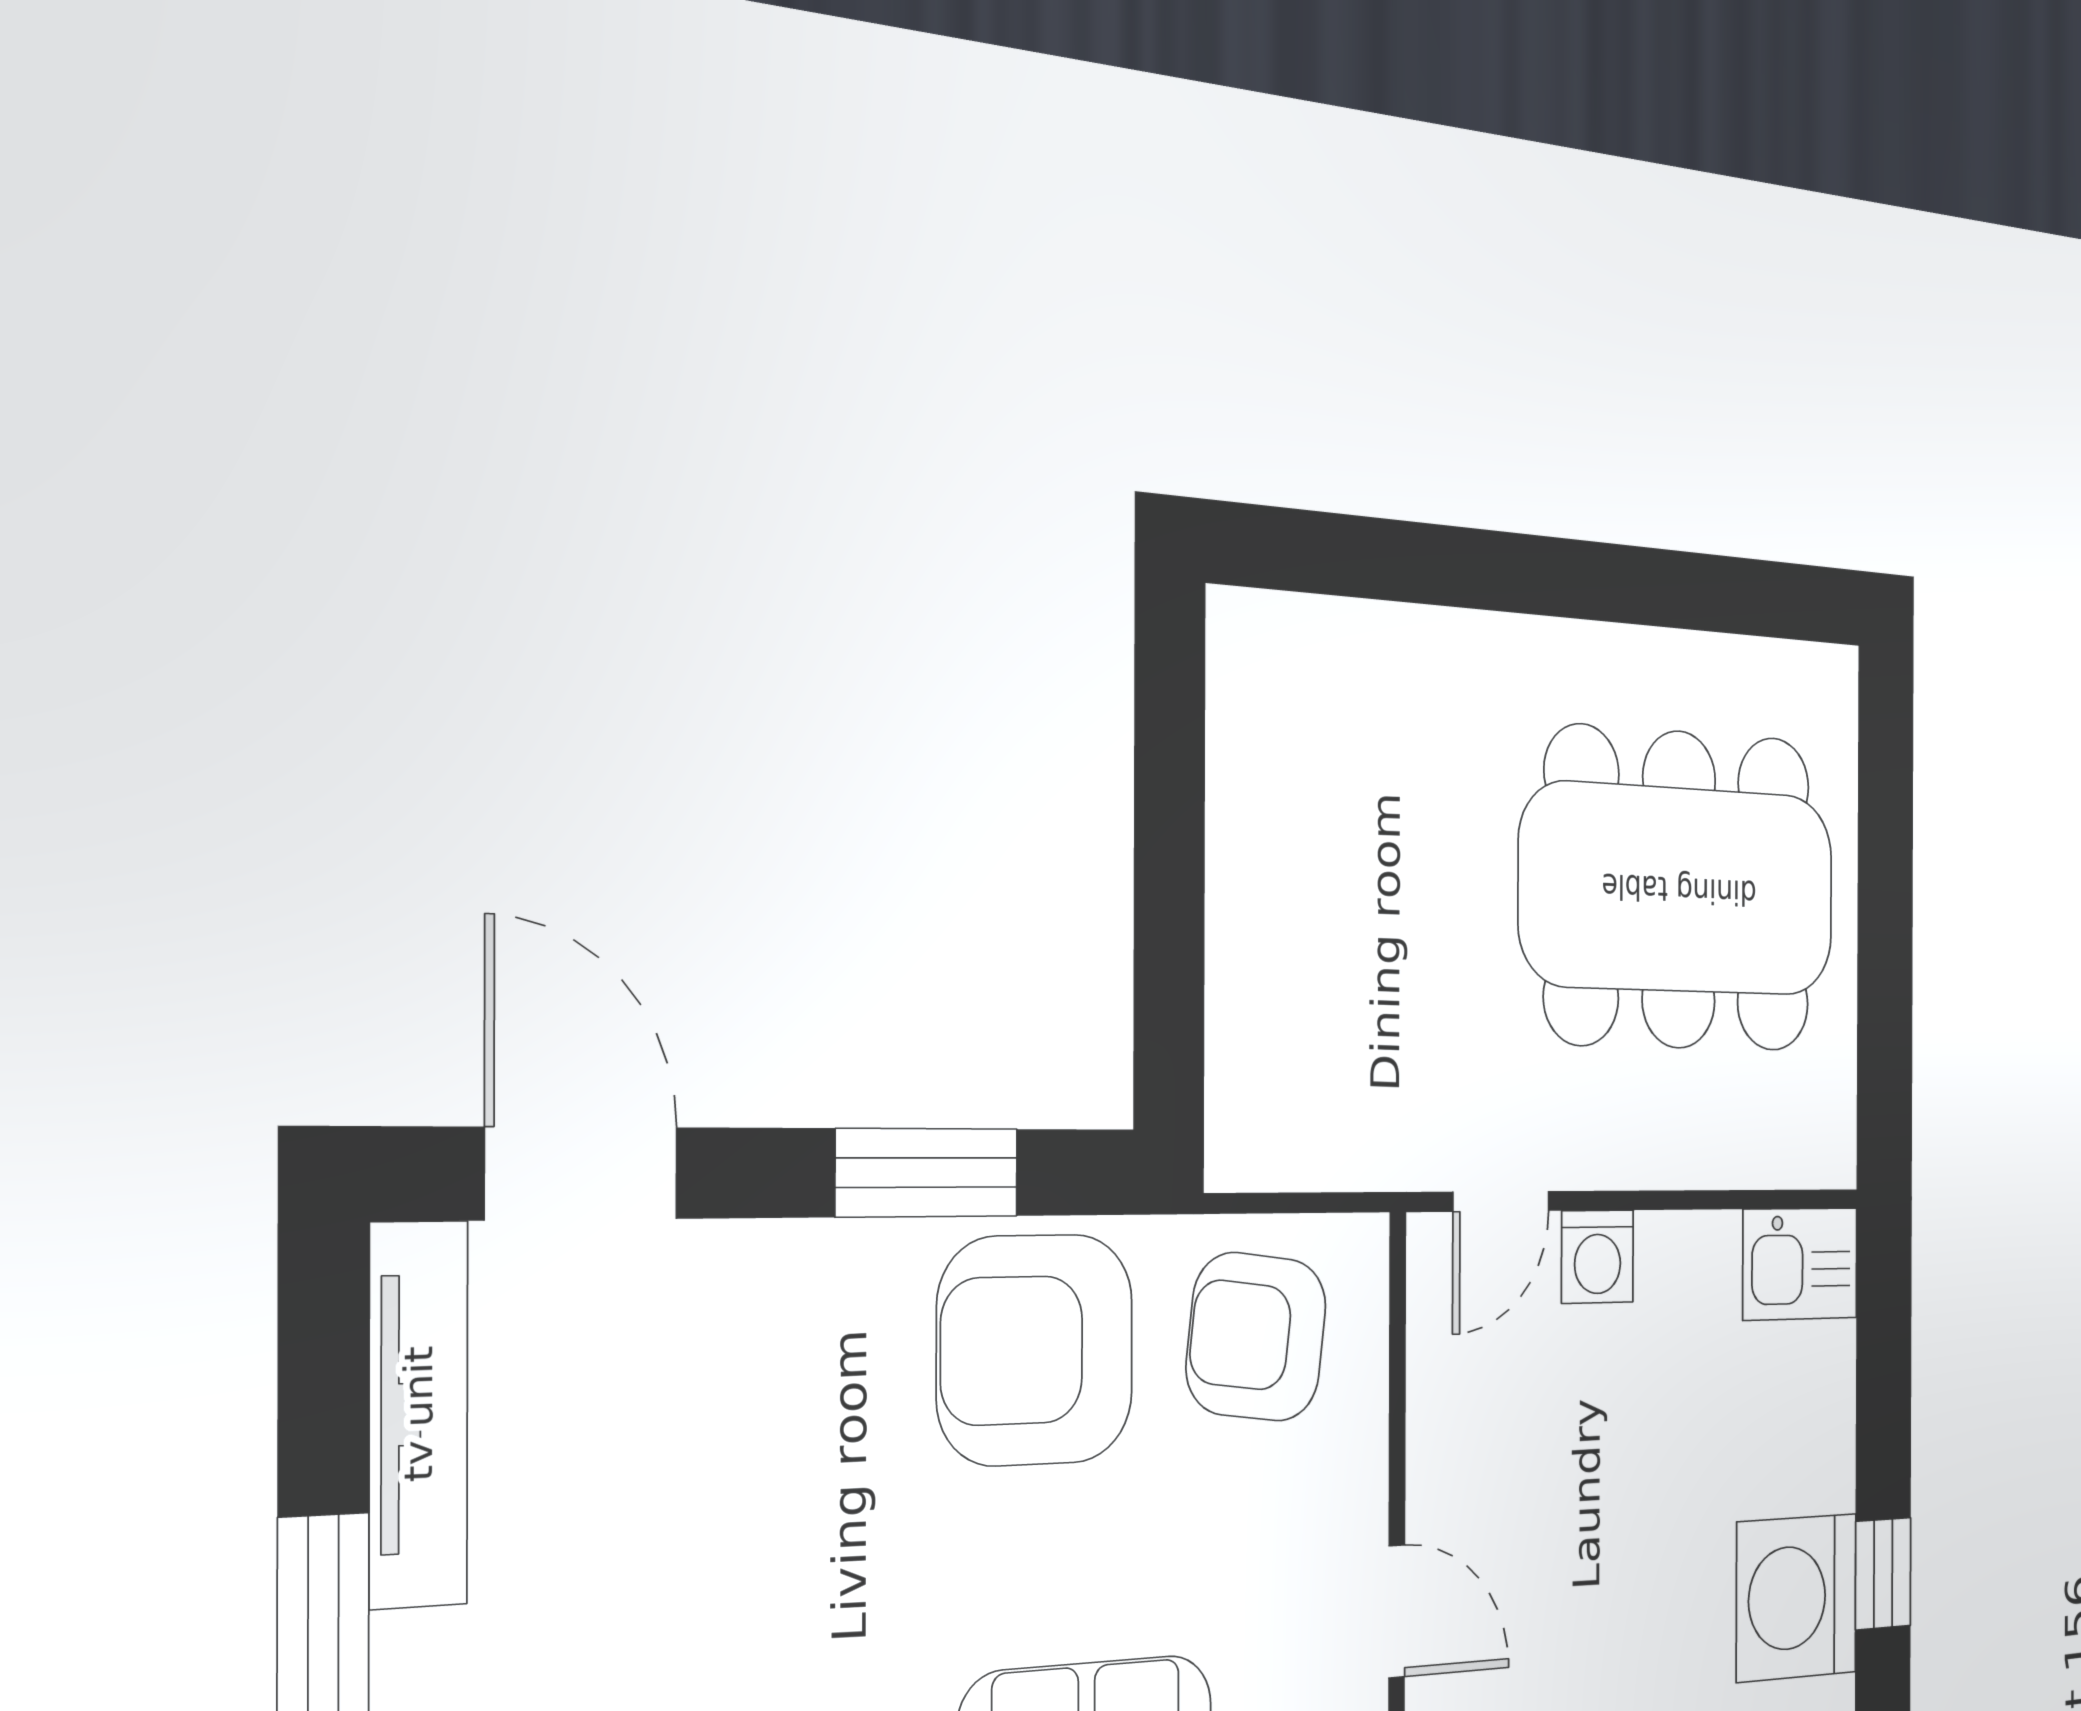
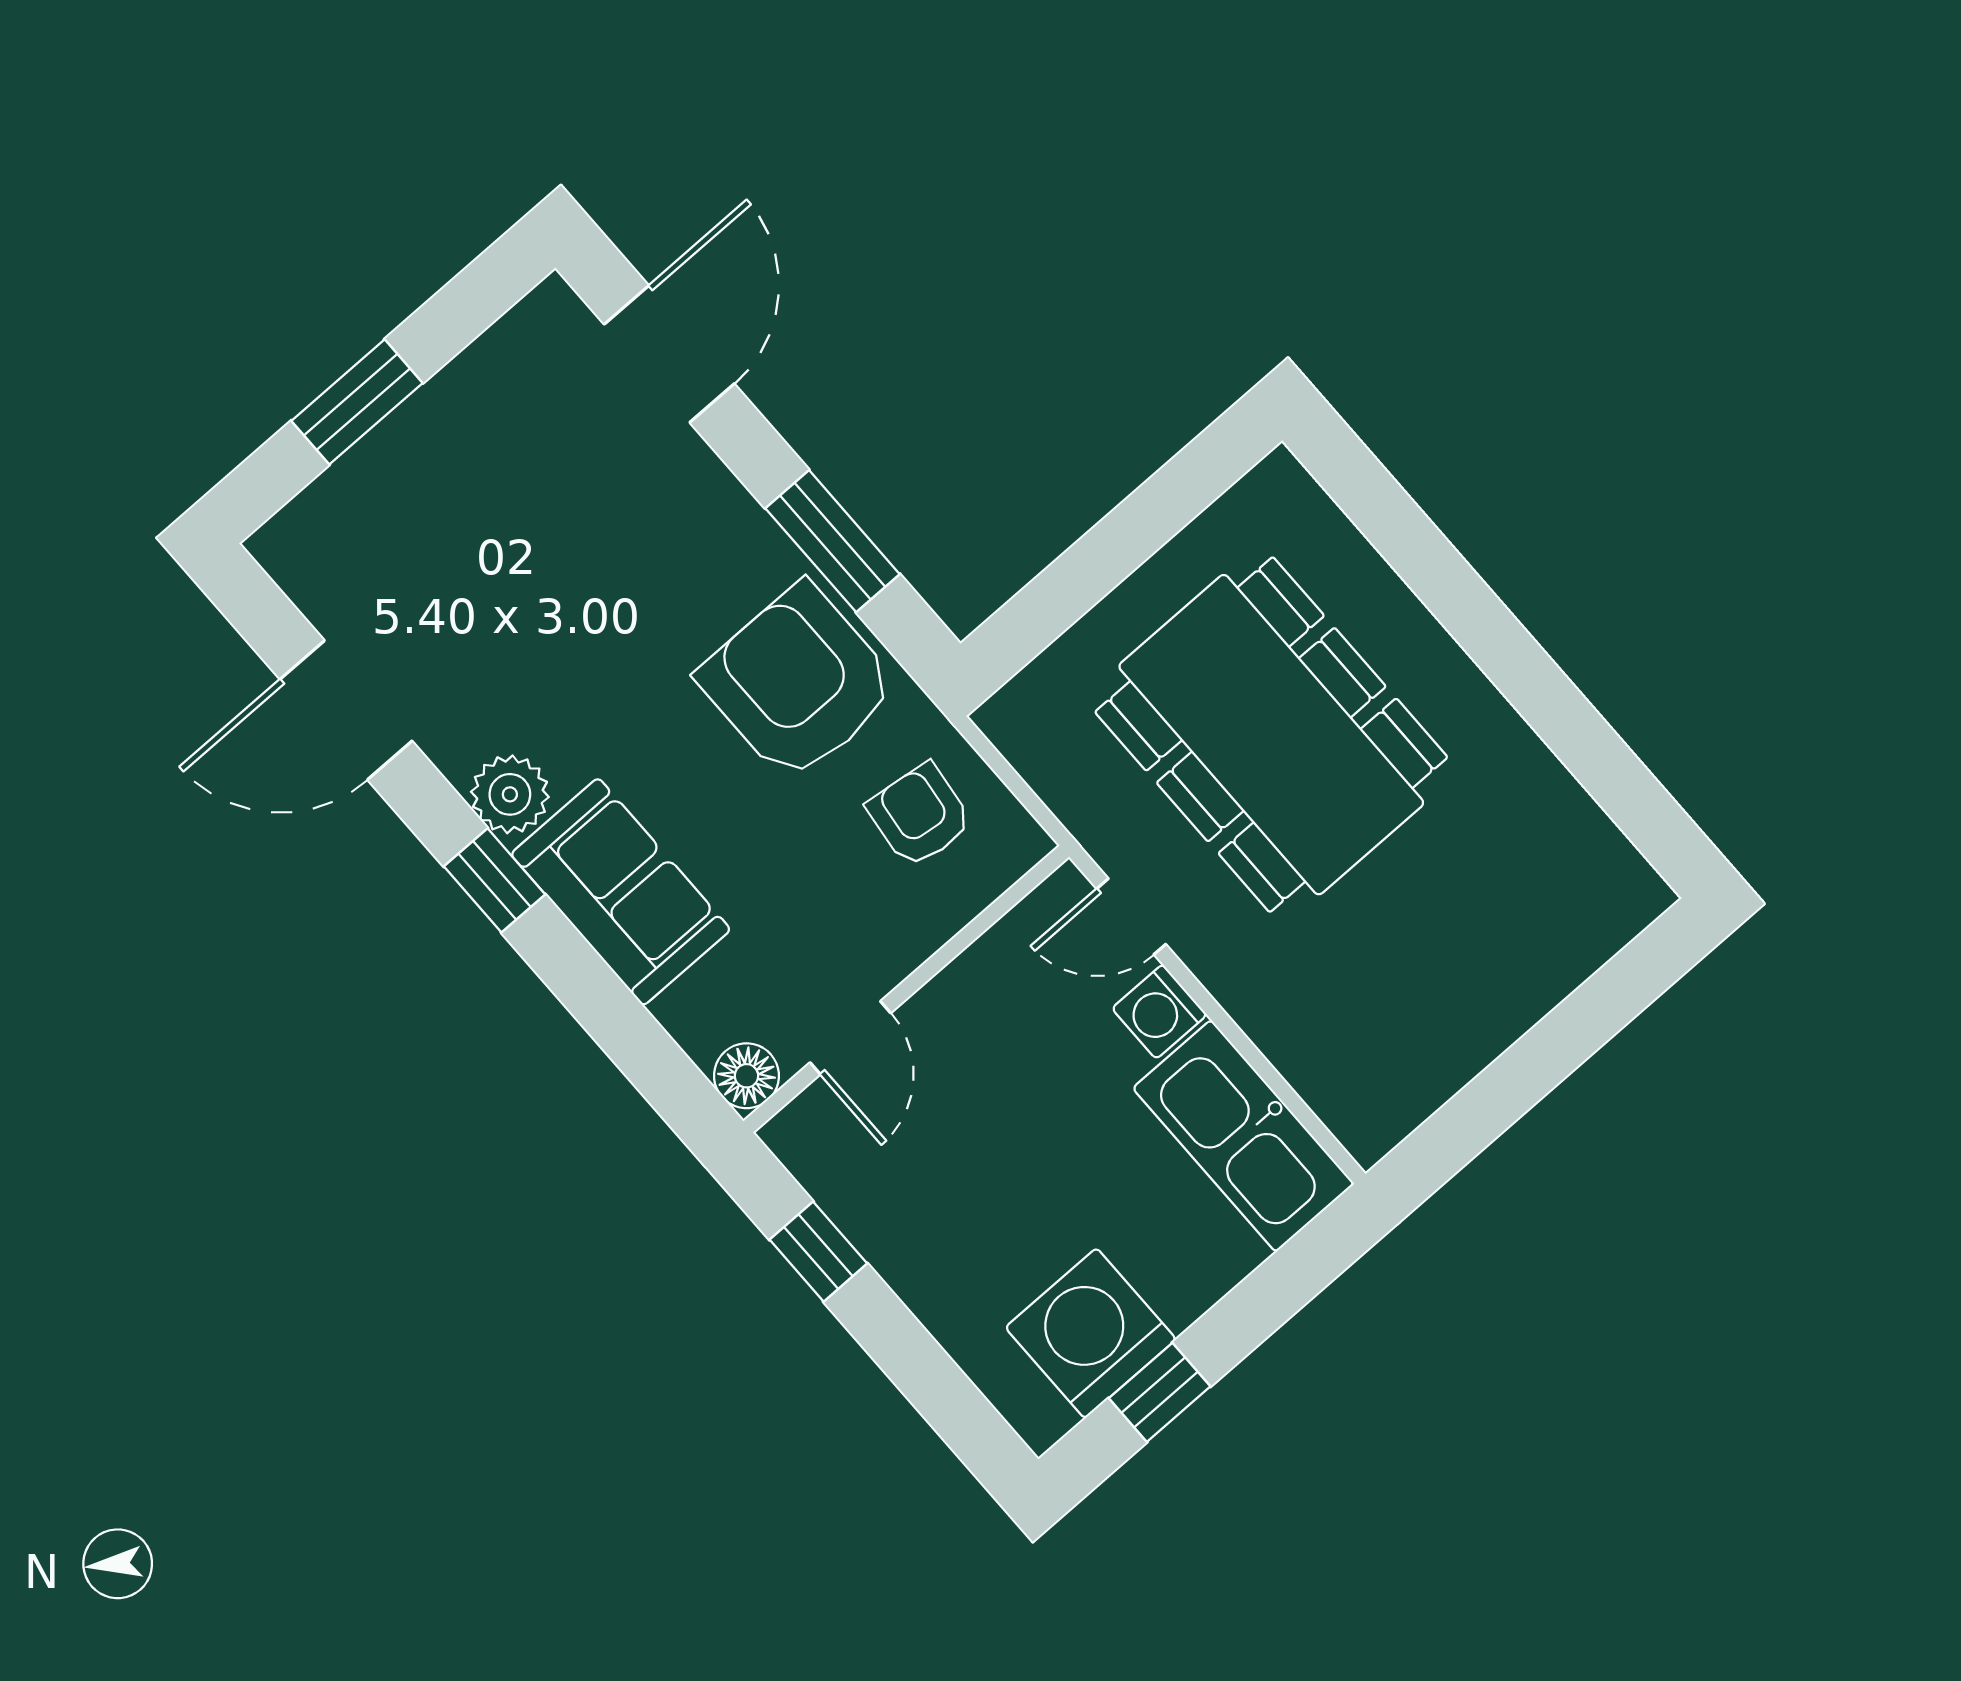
dining table: (1679, 890) -> (1271, 735), moved
kitchen sink: (1800, 1264) -> (1243, 1136), width x1.88, depth x1.24
armchair: (1256, 1337) -> (920, 815), width x0.72, depth x0.72
tv unit: (418, 1414) -> (488, 369), removed

